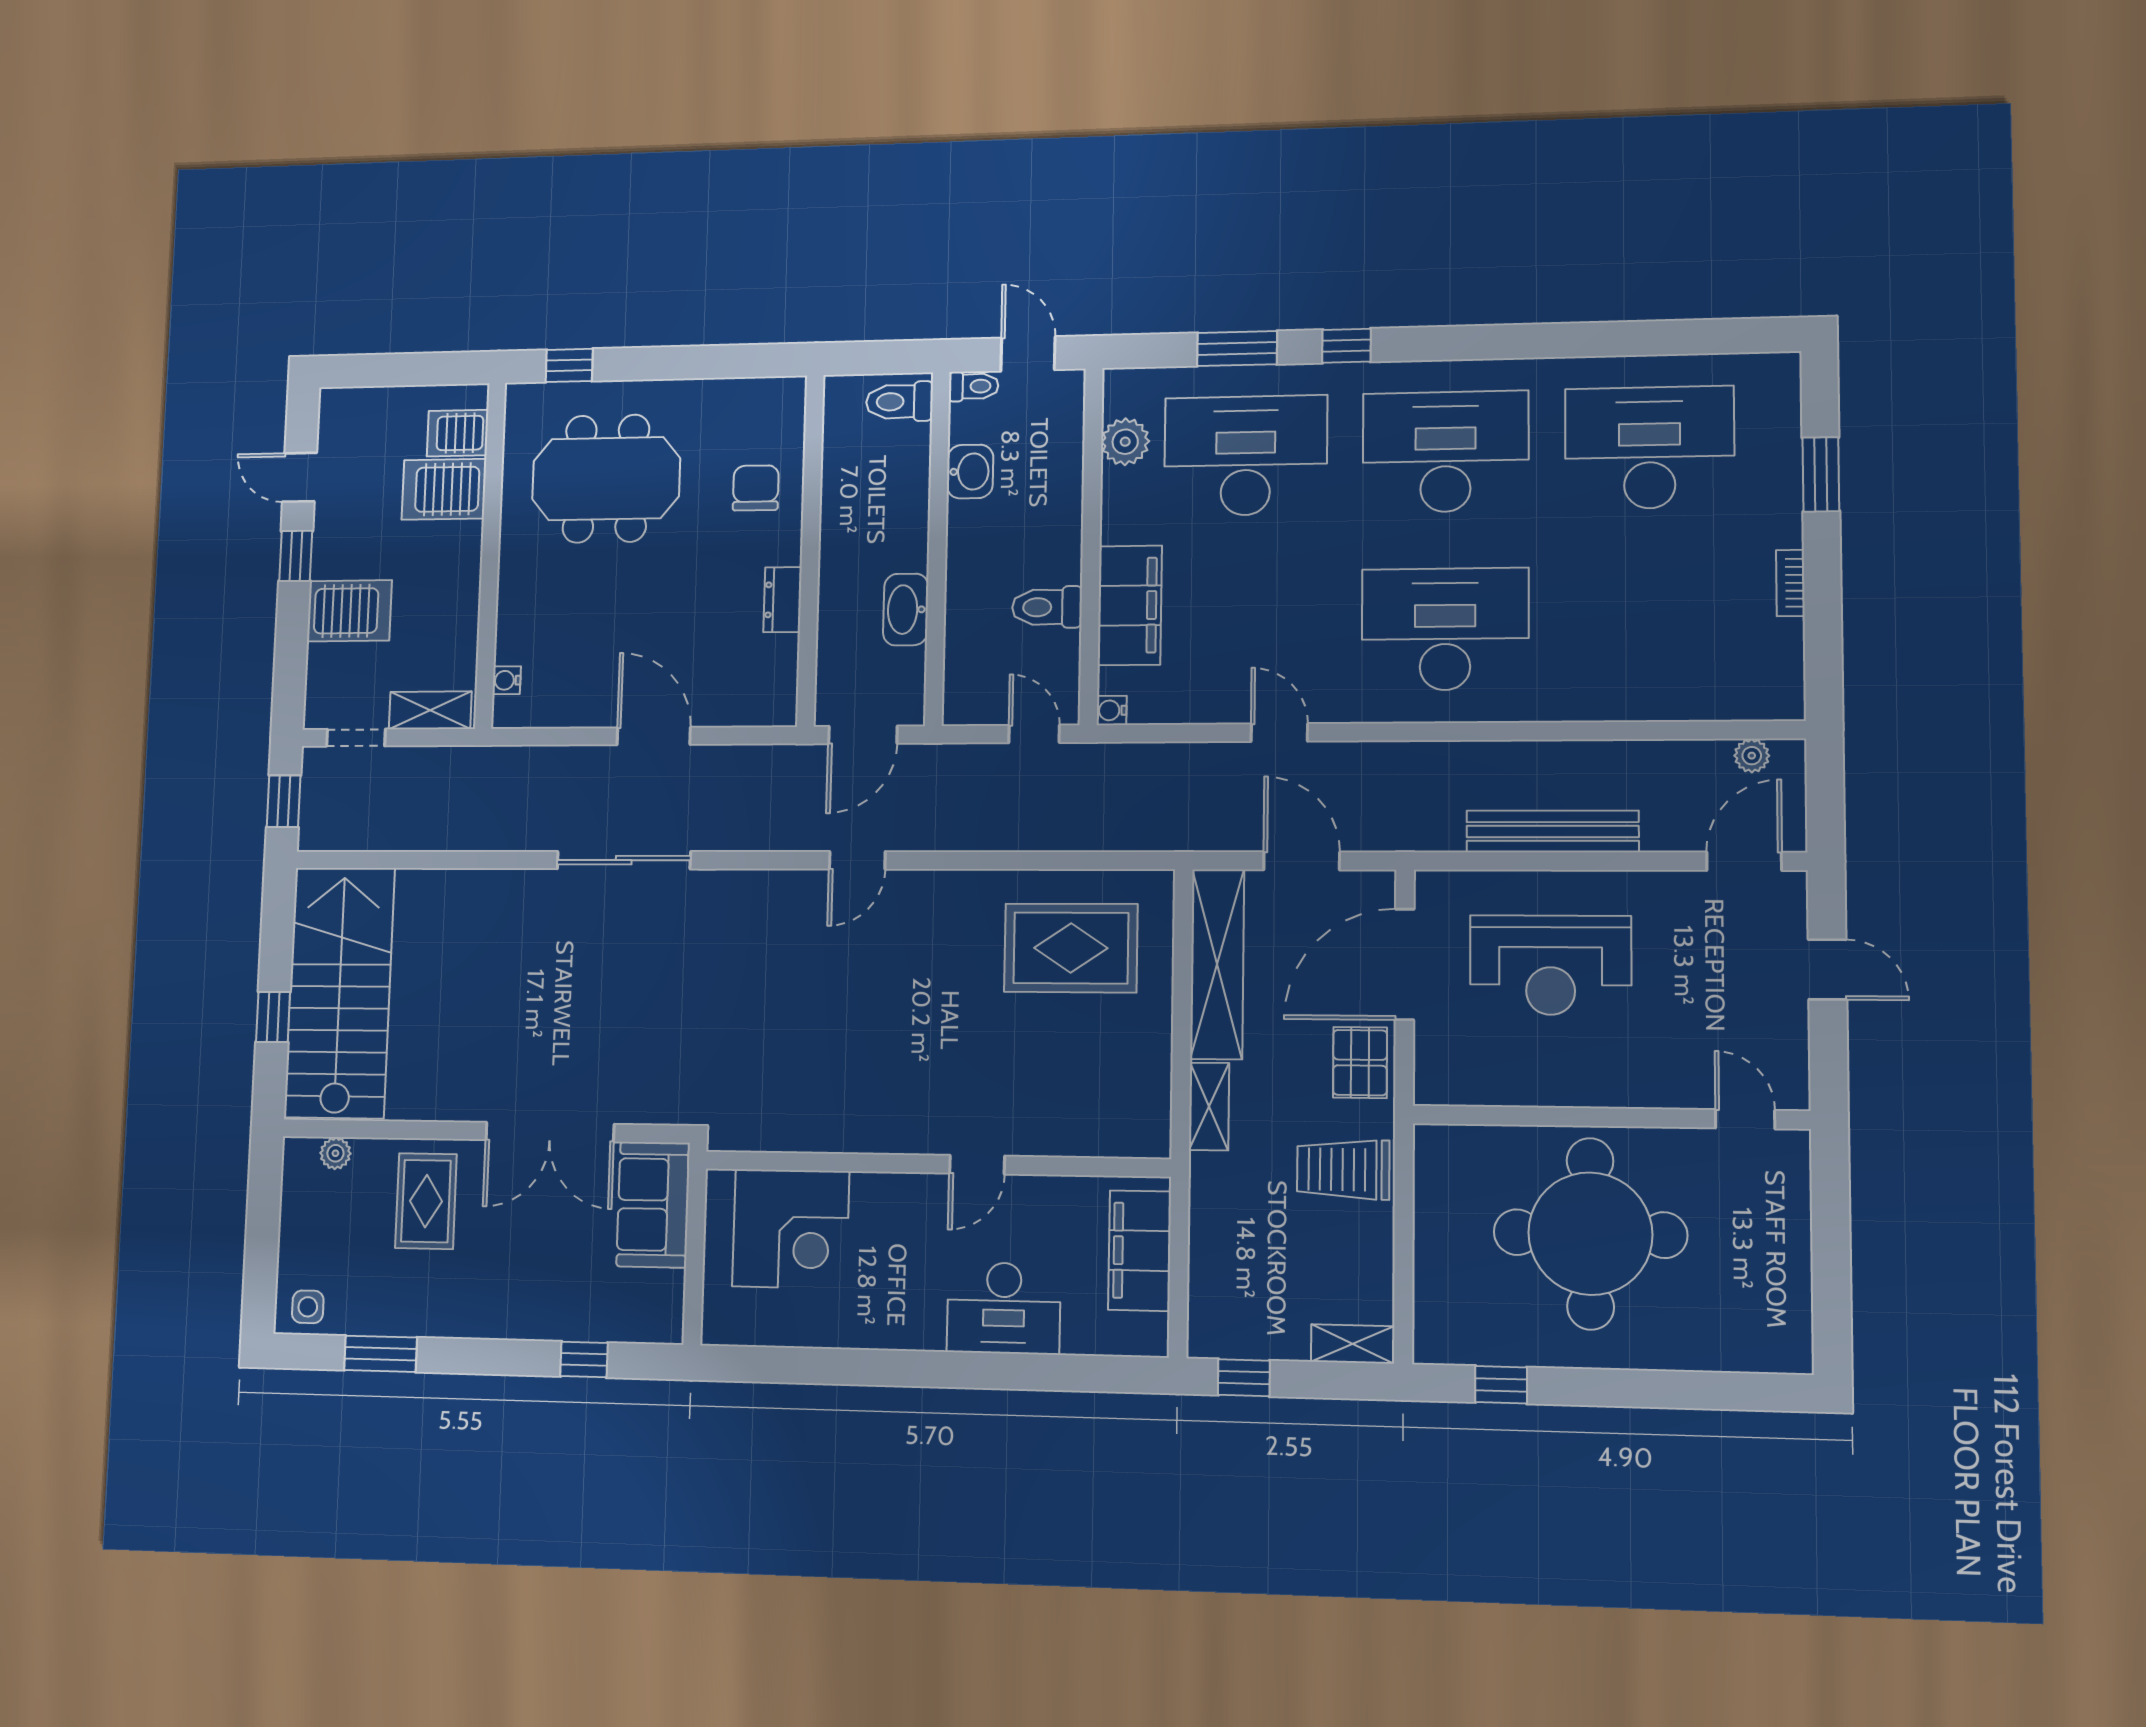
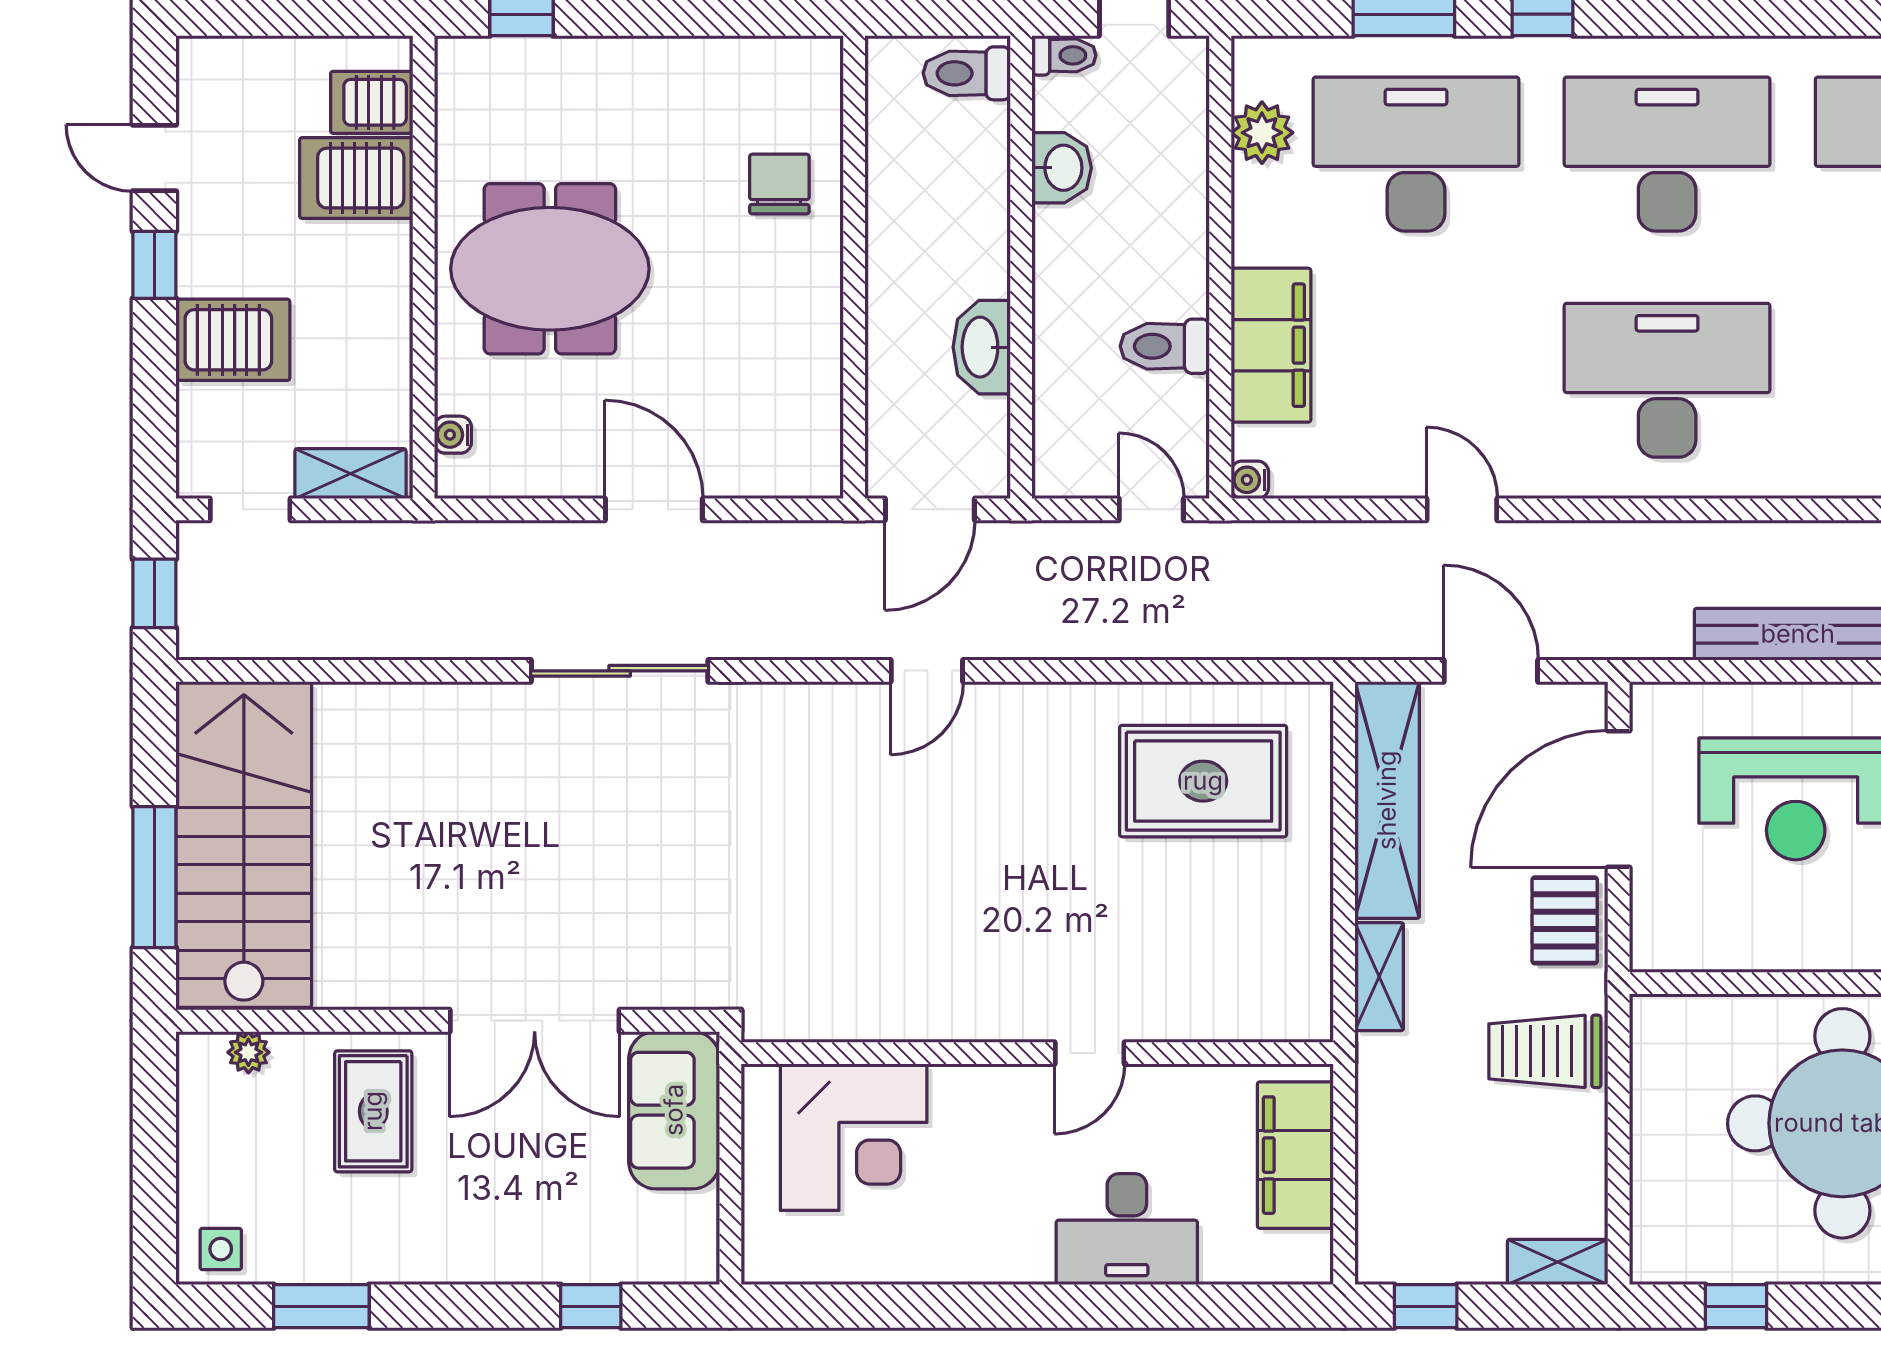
meeting table: (606, 479) -> (550, 269), moved
dresser: (783, 600) -> (819, 332), removed
window: (273, 1017) -> (154, 877), width x2.17

